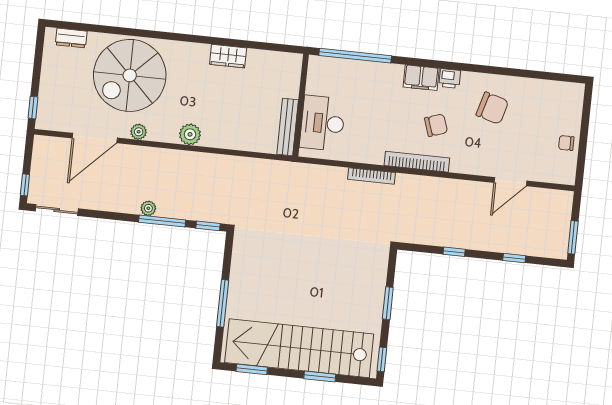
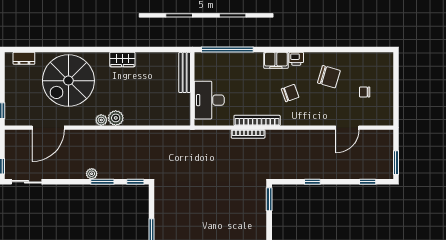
wardrobe: (228, 56) -> (122, 60), moved
bench: (288, 127) -> (185, 72), moved
plant: (139, 132) -> (101, 120), moved
chair: (566, 143) -> (365, 92), moved
bookcase: (417, 162) -> (257, 120), moved
window: (162, 221) -> (102, 182), width x0.69
window: (514, 258) -> (368, 182), moved
window: (388, 303) -> (269, 199), moved

